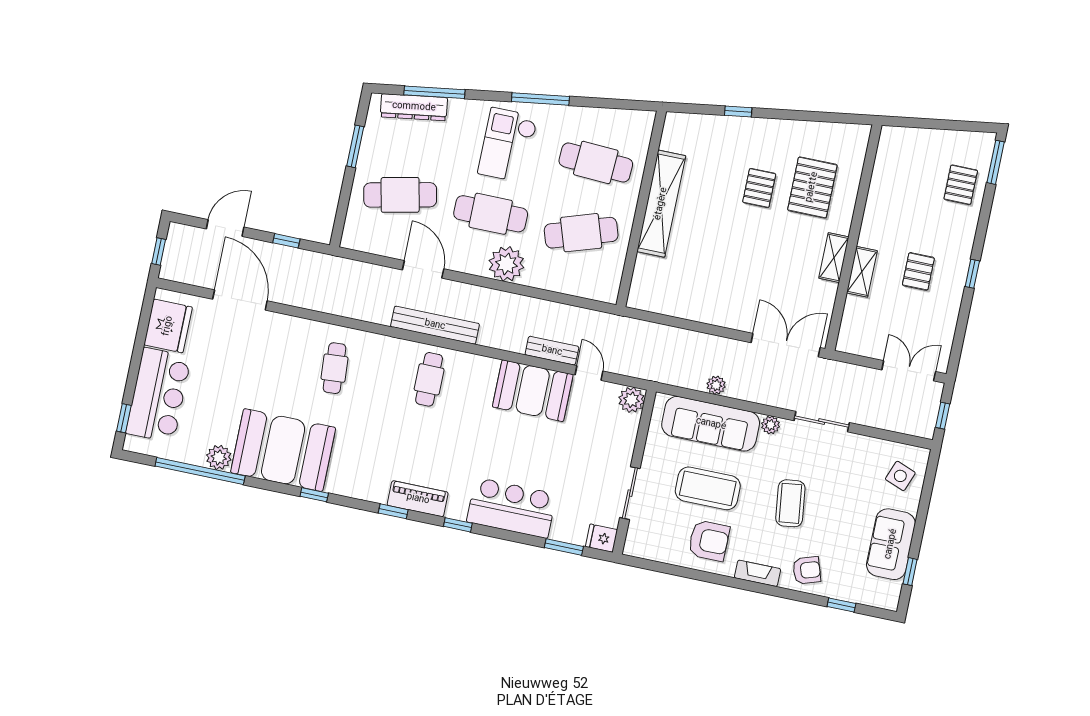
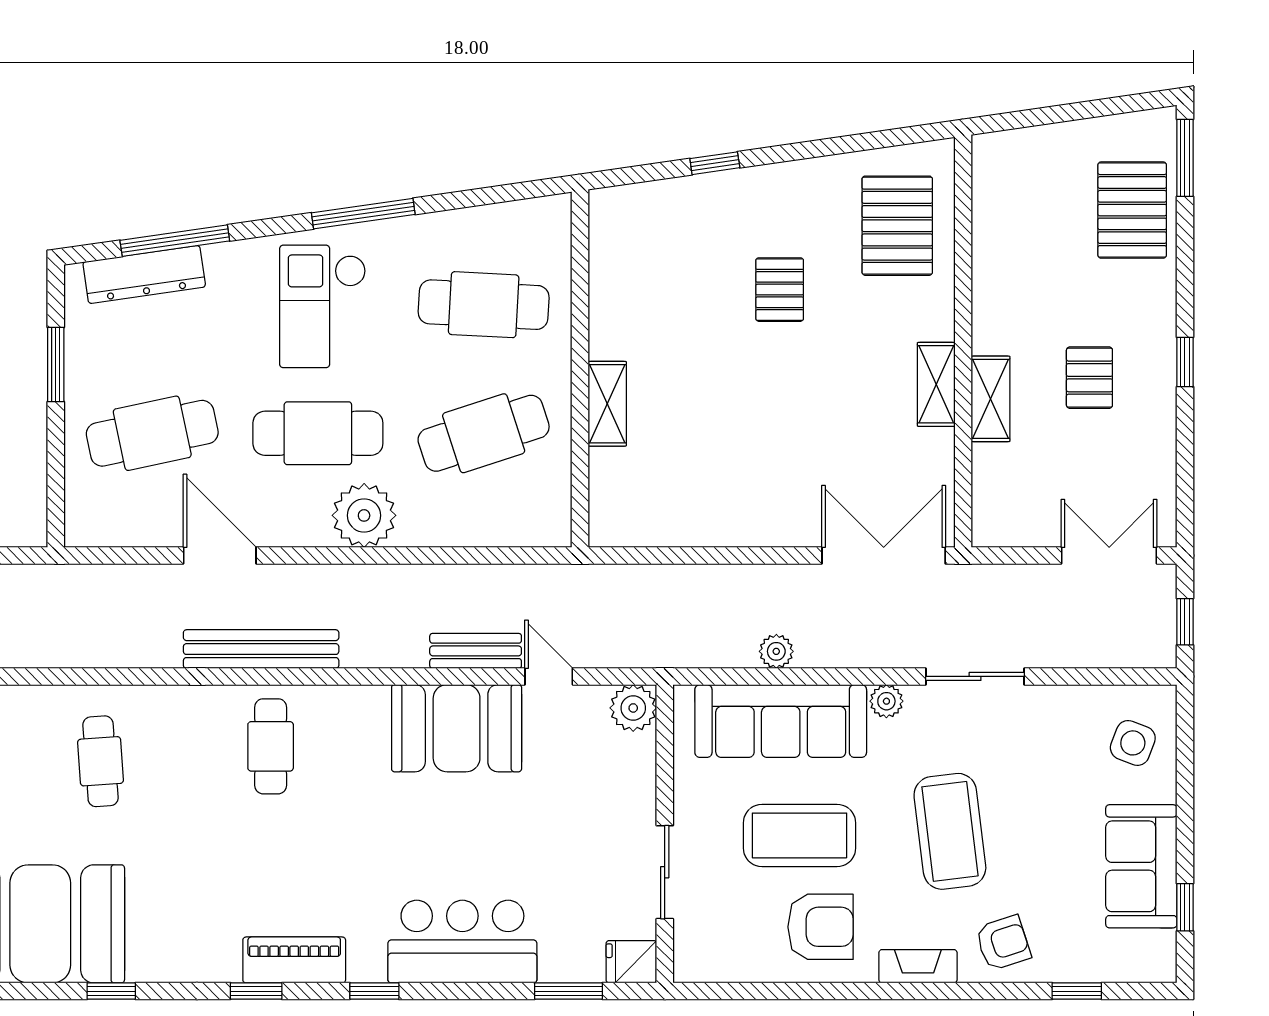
pallet: (961, 185) -> (1132, 210), width x1.50, depth x1.42
pallet: (812, 187) -> (897, 226), moved
shelving: (661, 204) -> (607, 404), width x0.45, depth x0.75
coffee table: (790, 503) -> (950, 831), width x1.36, depth x1.32

